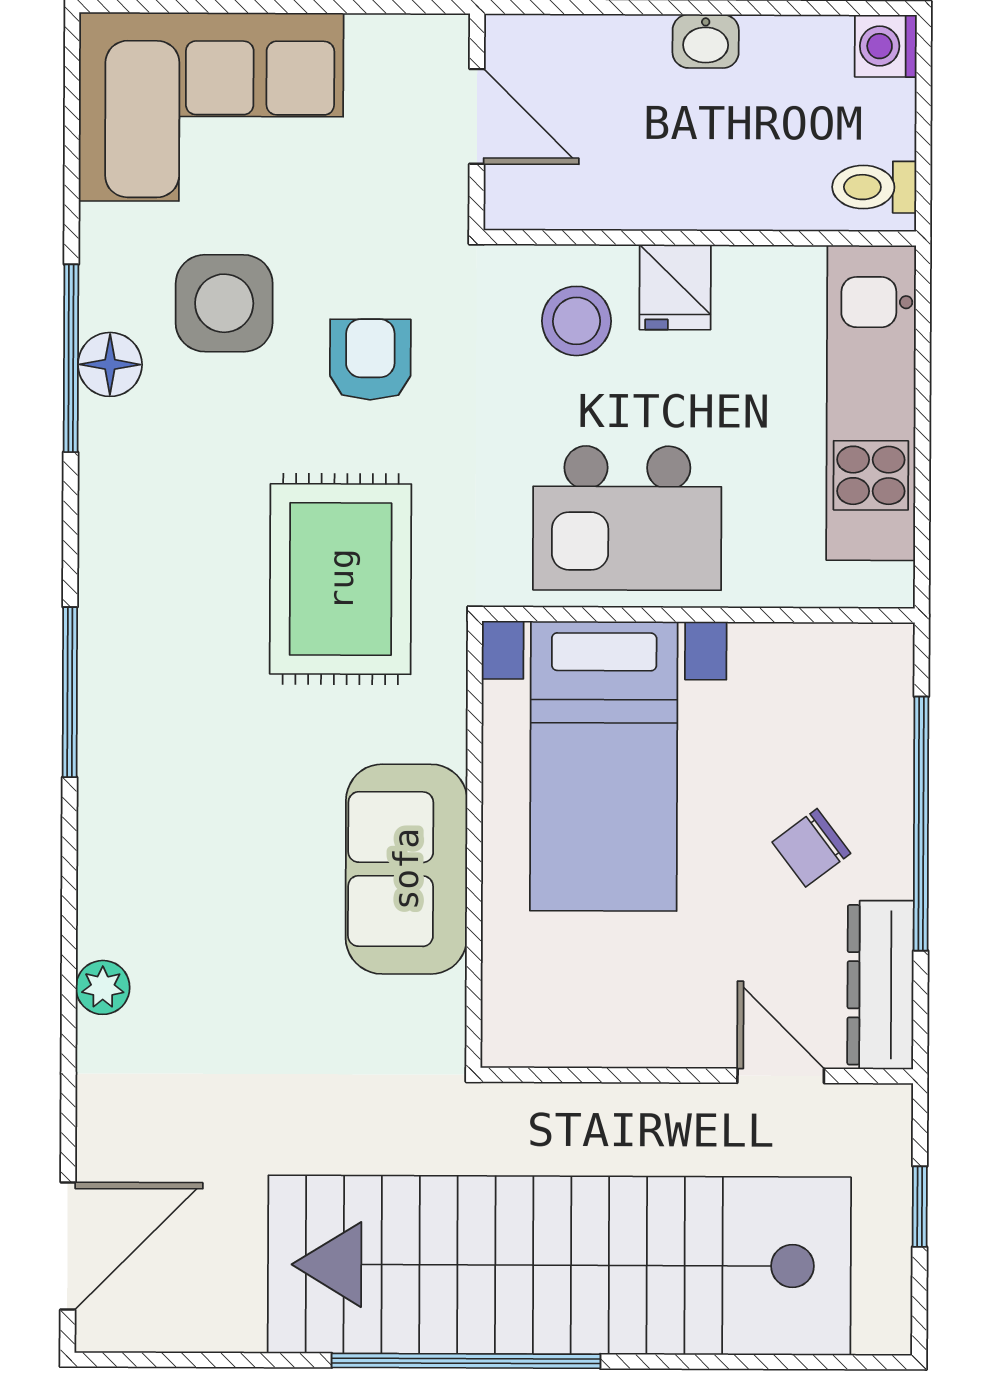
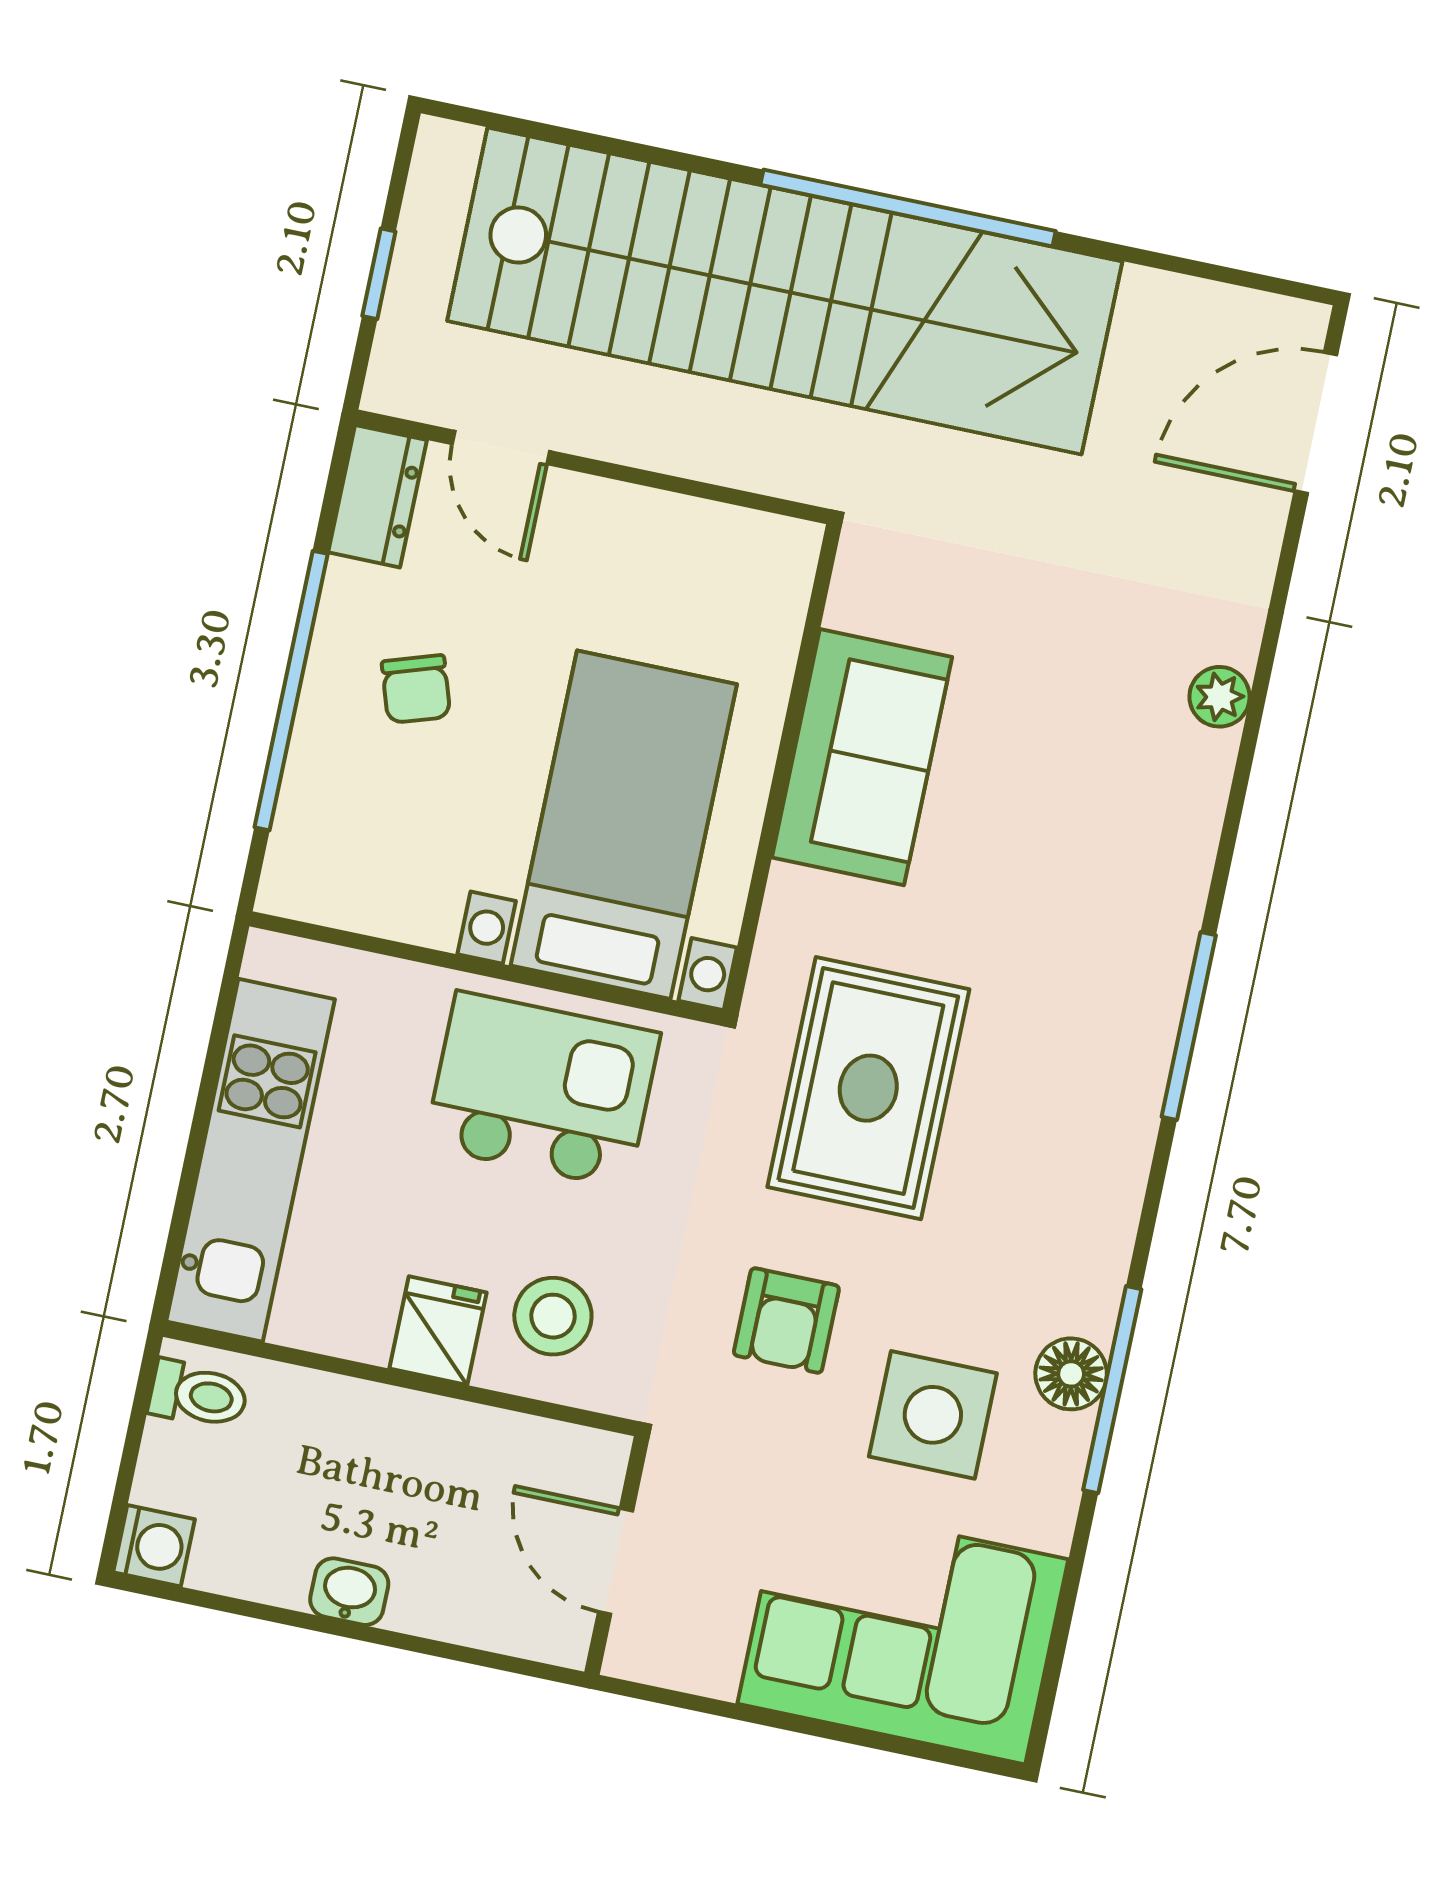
chair: (811, 848) -> (416, 689), turned 109
dresser: (881, 985) -> (377, 496), width x0.70

